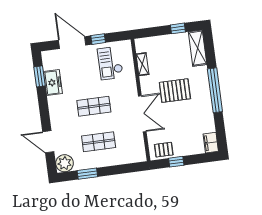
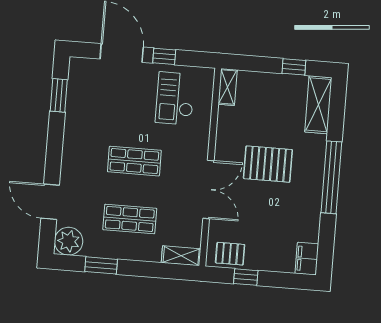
shelving: (142, 64) -> (228, 87), moved
freezer: (53, 83) -> (78, 110), removed
shelving: (134, 157) -> (181, 256), added

